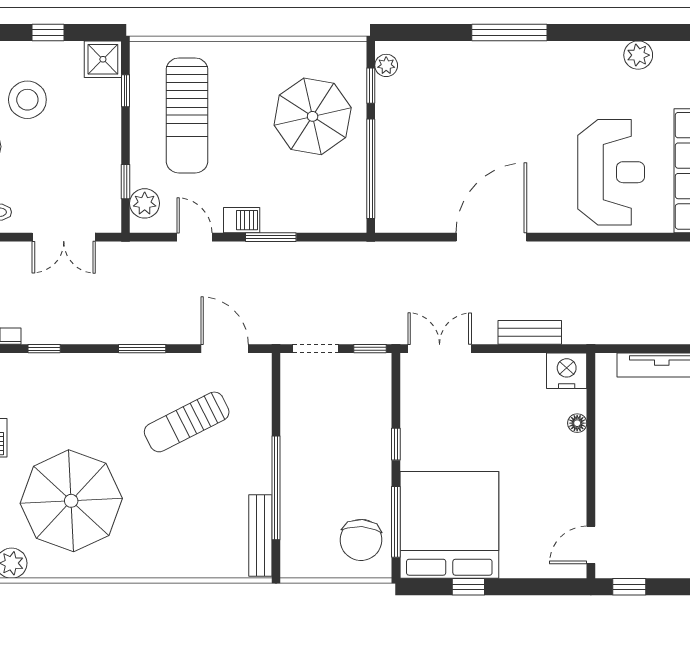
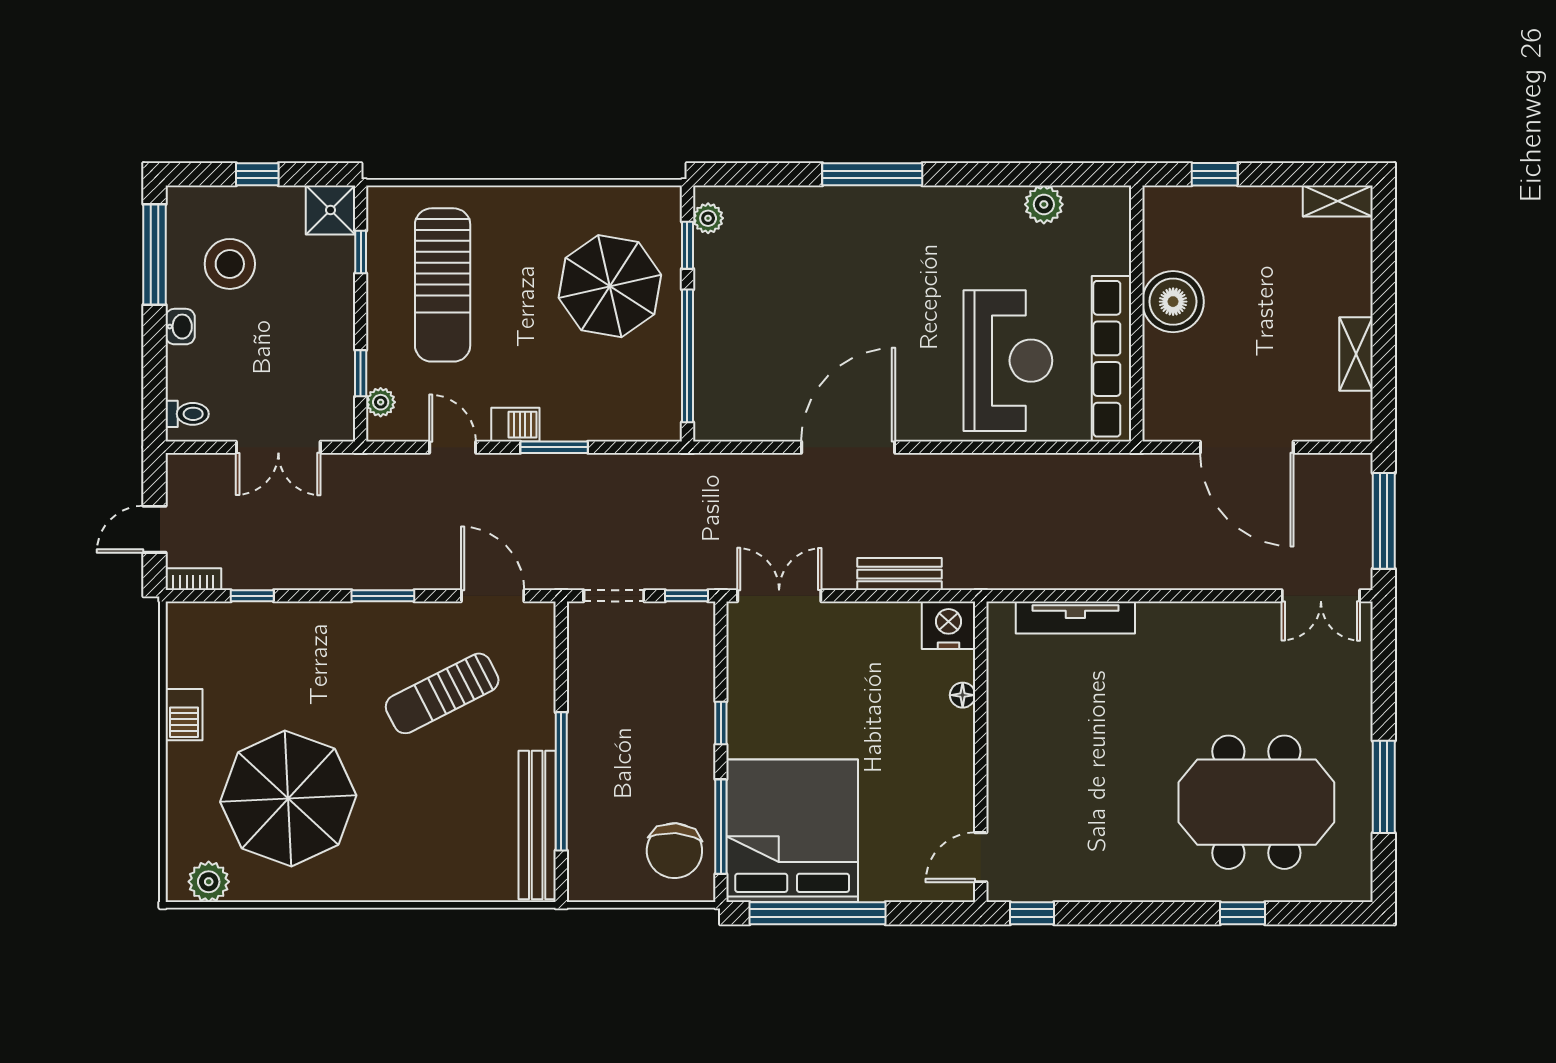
plant: (145, 203) -> (381, 402), width x0.73, depth x0.73
bench: (260, 536) -> (537, 825), width x1.37, depth x1.21
window: (468, 587) -> (818, 913), width x3.17

